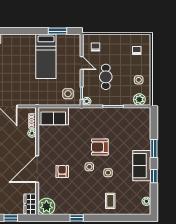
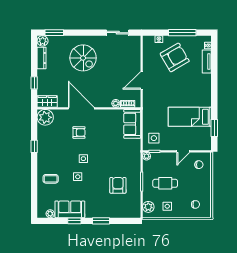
cafe table: (106, 77) -> (165, 183), moved
armchair: (100, 147) -> (118, 185), moved
sofa: (142, 166) -> (70, 209), moved

